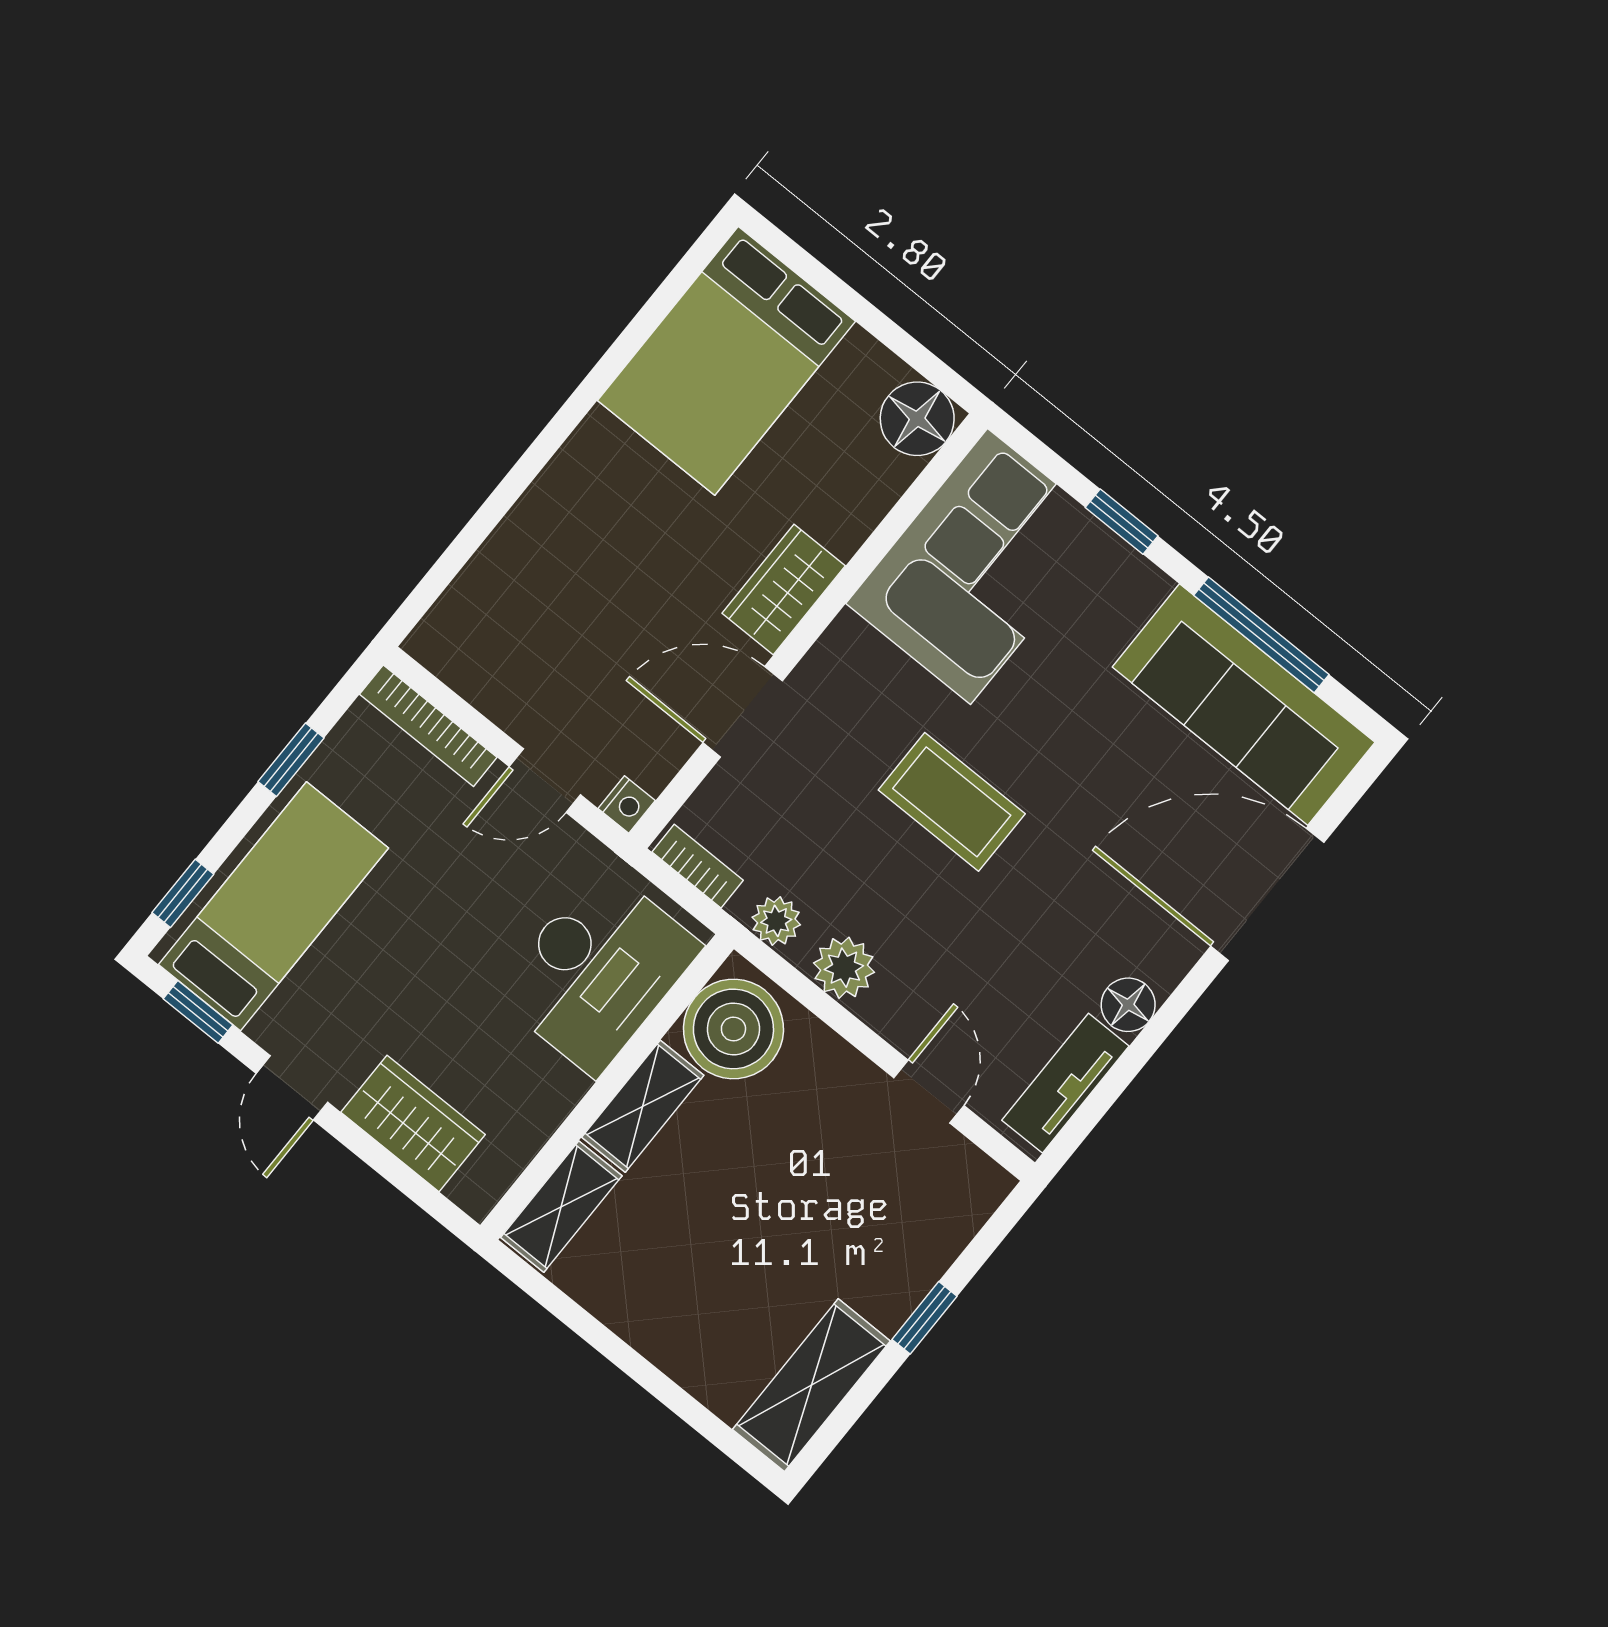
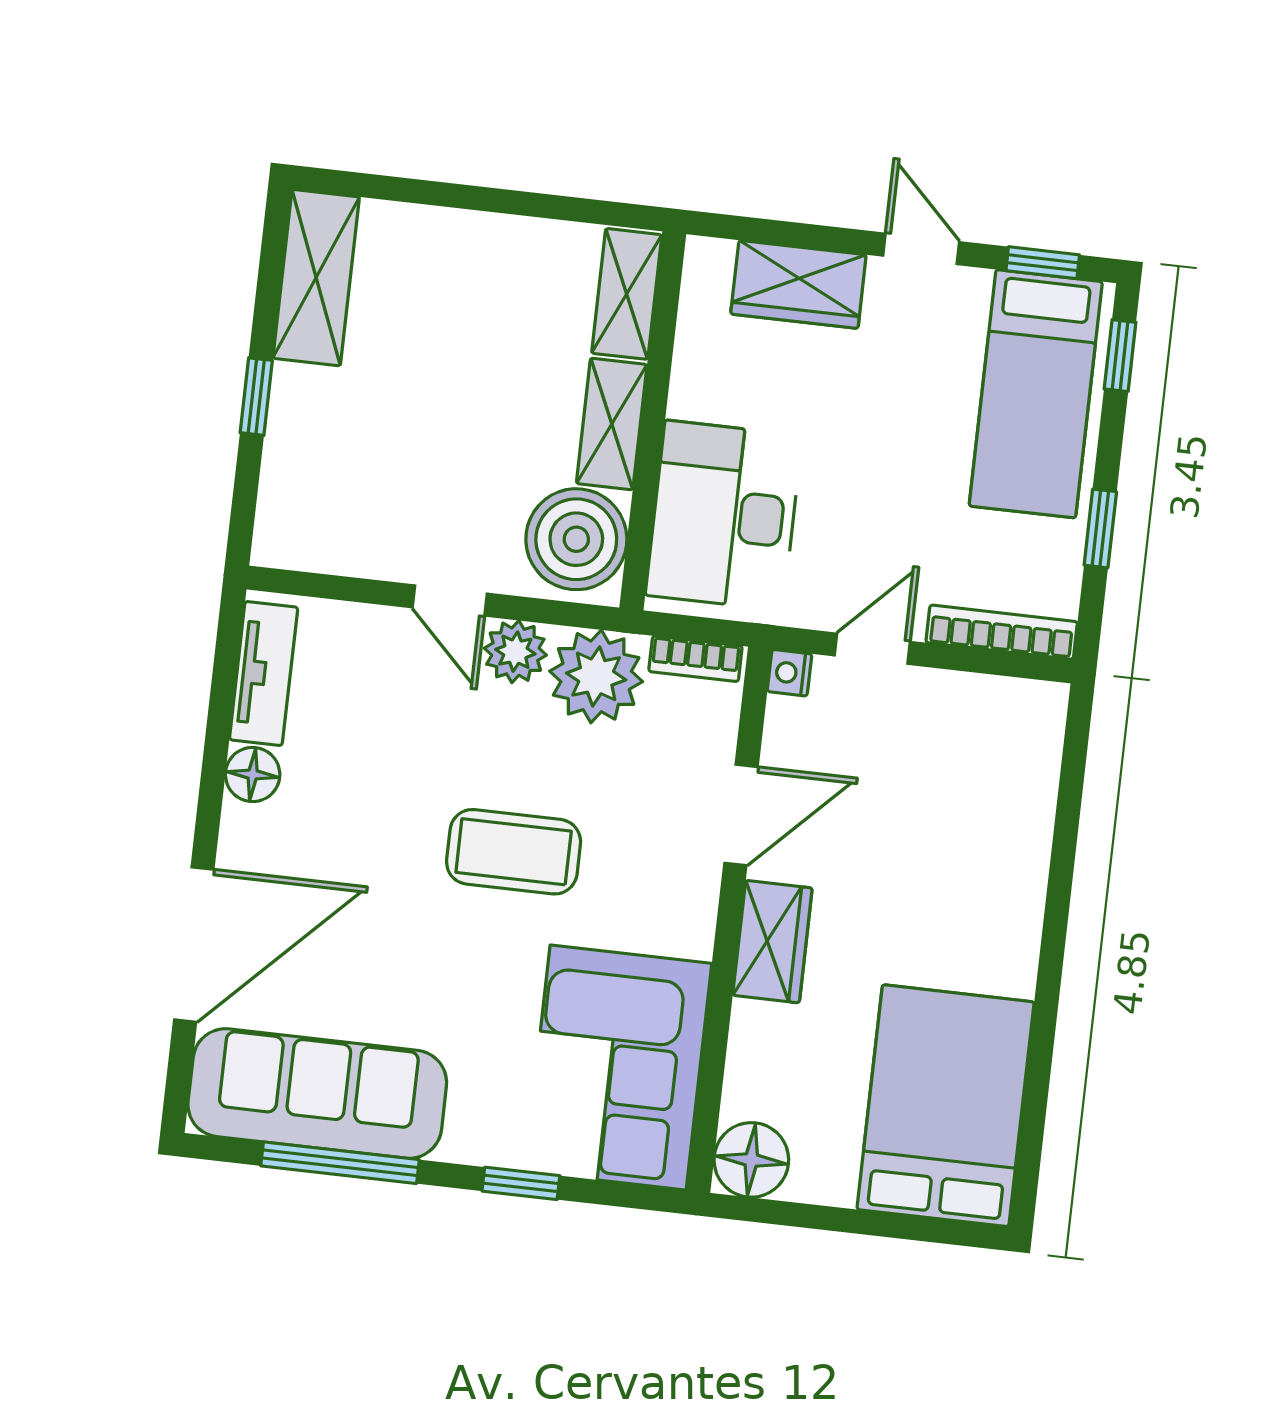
plant: (776, 921) -> (596, 676), width x1.87, depth x1.87
door: (929, 1092) -> (450, 601), moved

